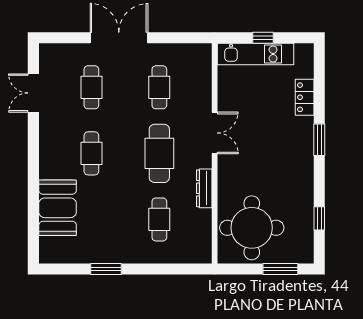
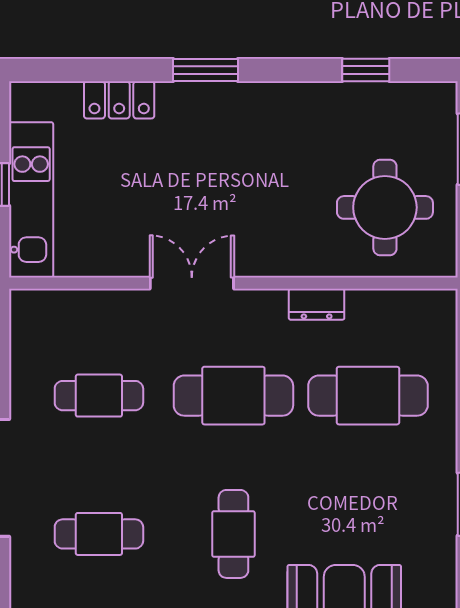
cafe table: (91, 153) -> (233, 534), turned 90
dresser: (204, 188) -> (317, 304), width x0.70
cafe table: (159, 219) -> (368, 396), width x1.37, depth x1.35
round table: (252, 228) -> (385, 207), width x0.73, depth x0.73

